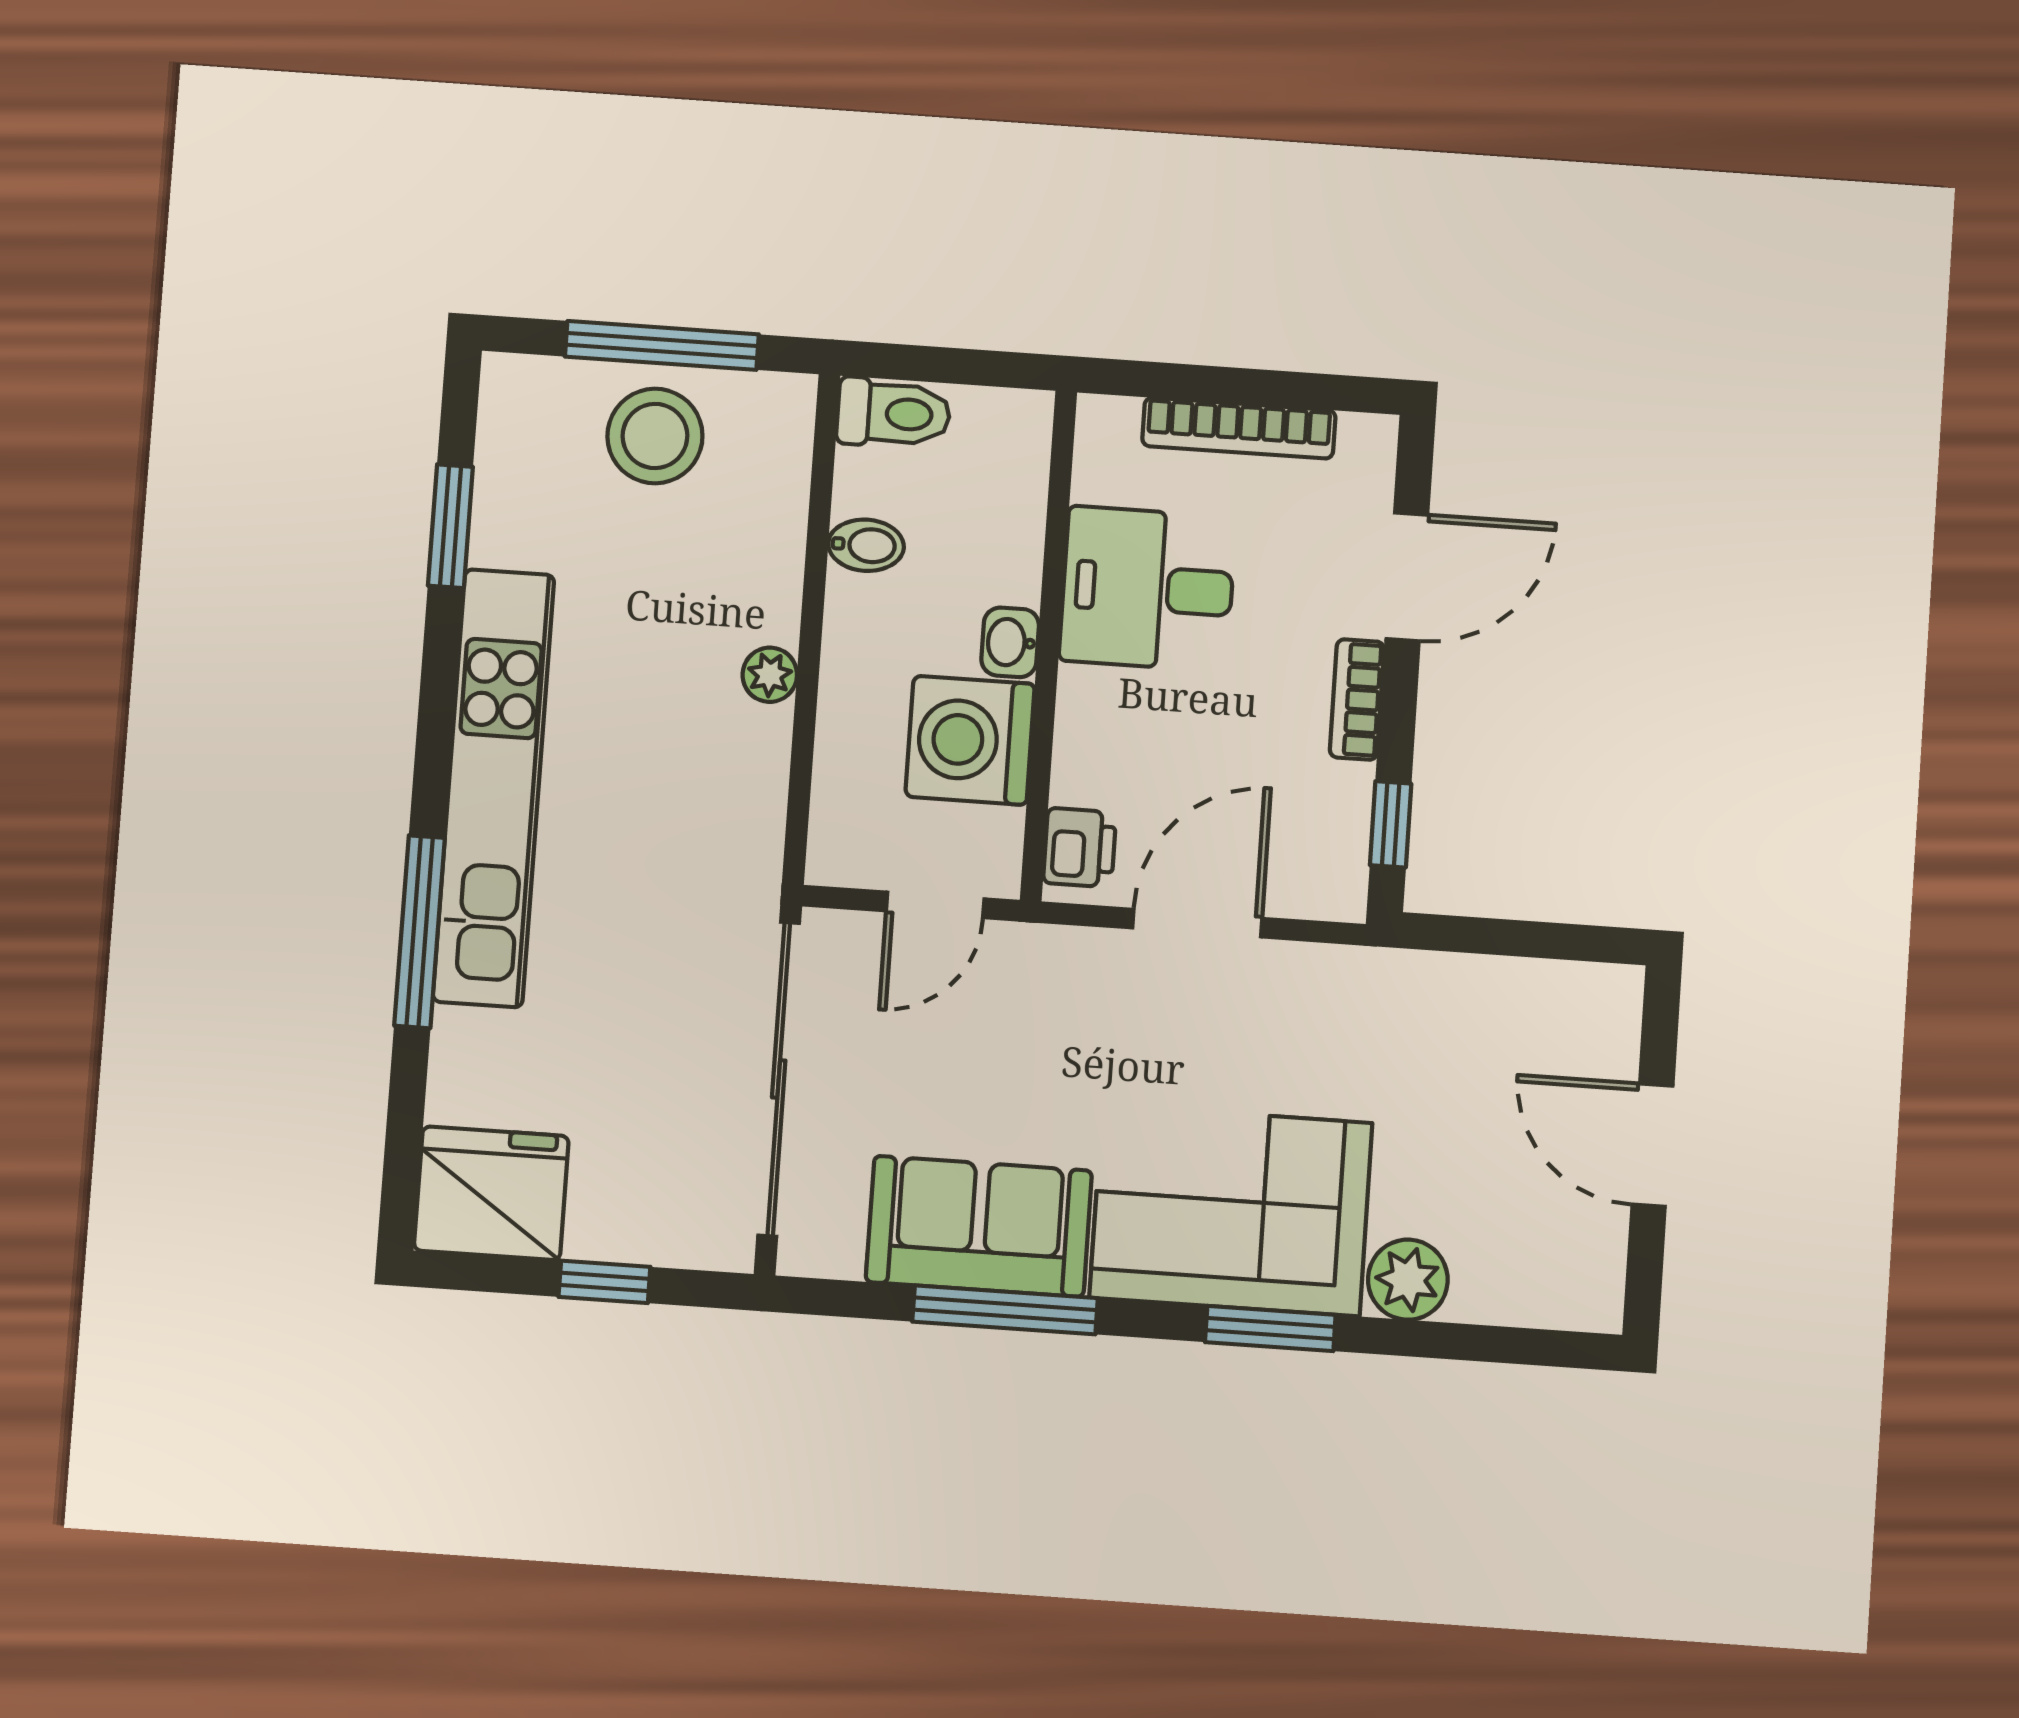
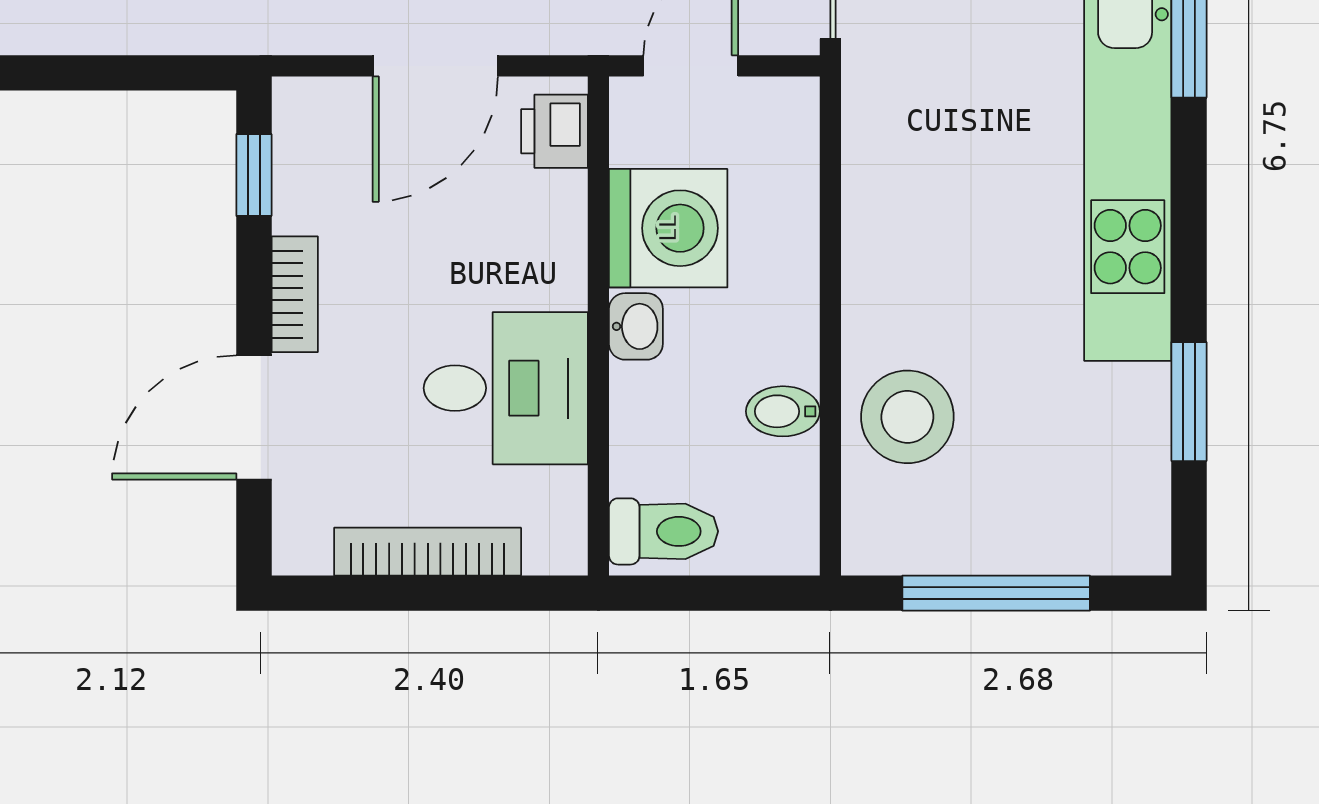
toilet: (894, 413) -> (664, 531), moved, turned 180
stool: (655, 436) -> (907, 417), moved
plant: (770, 675) -> (867, 278), removed

